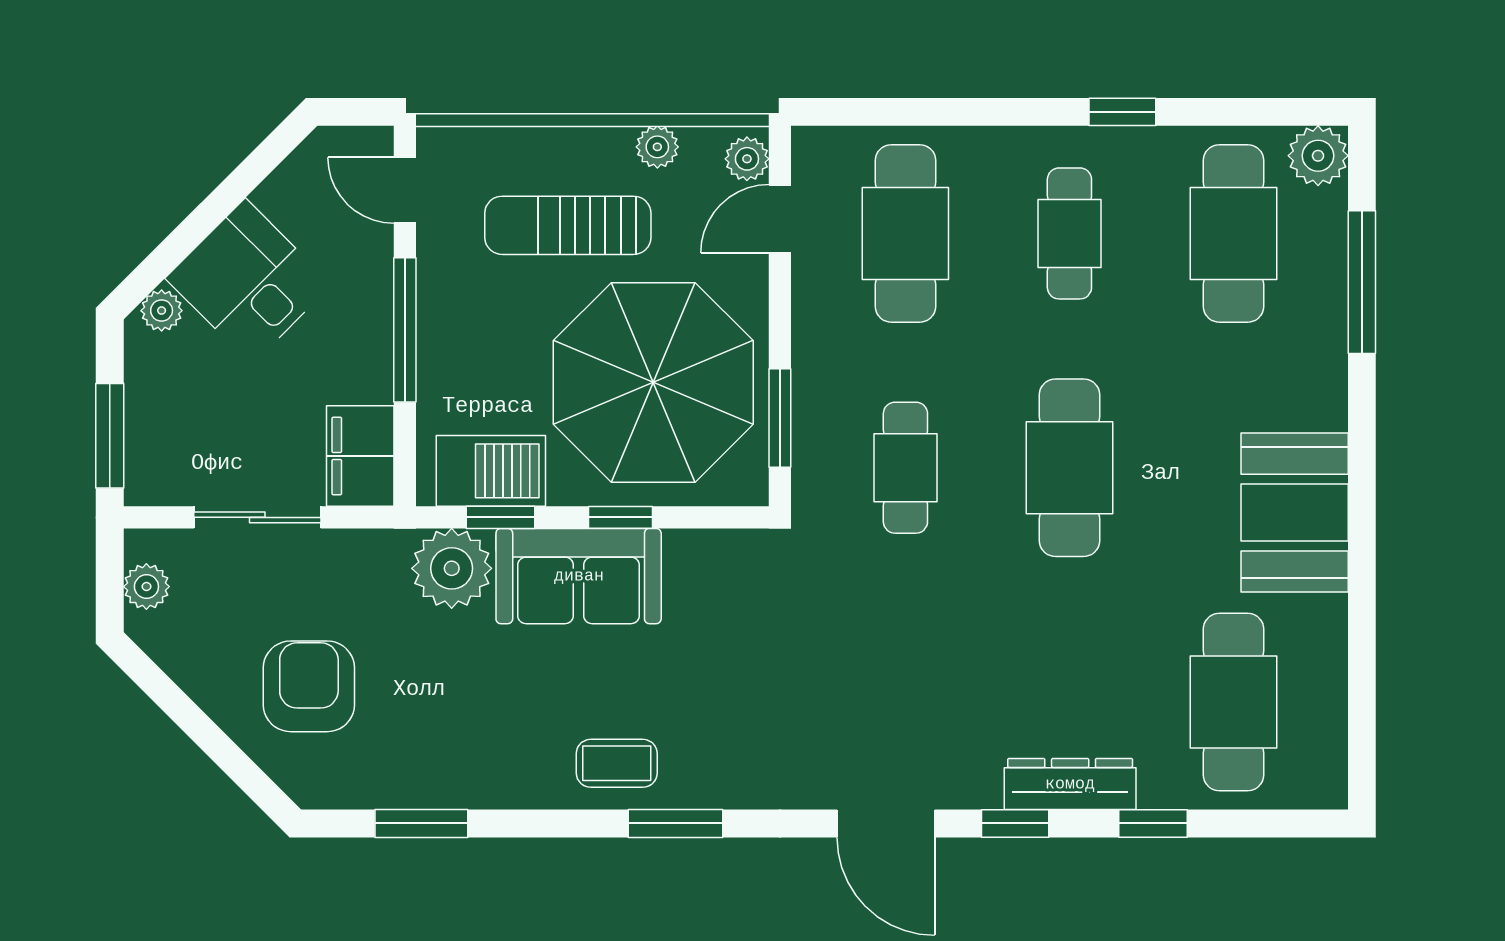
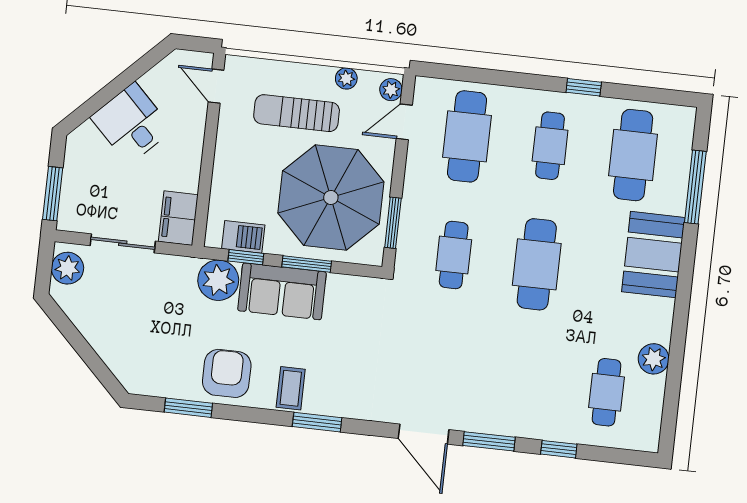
plant: (1318, 156) -> (654, 359), moved
plant: (162, 311) -> (86, 133), removed
window: (405, 330) -> (208, 157), removed
barbecue: (491, 471) -> (243, 237), width x0.73, depth x0.79
booth: (1295, 513) -> (653, 255), moved
window: (620, 517) -> (307, 264), width x1.50
plant: (146, 587) -> (67, 268), width x1.38, depth x1.38
armchair: (309, 686) -> (227, 373), moved
cafe table: (1234, 702) -> (606, 392), width x0.73, depth x0.74
coffee table: (617, 763) -> (291, 388), turned 90
dresser: (1070, 784) -> (519, 424), removed
window: (1015, 823) -> (489, 441), width x1.50

